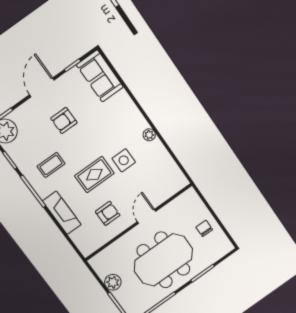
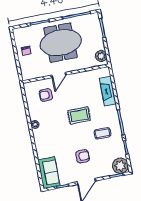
side table: (124, 160) -> (57, 116), removed
fireplace: (62, 213) -> (108, 91), moved
armchair: (108, 213) -> (46, 95), moved
plant: (113, 282) -> (101, 56), moved

